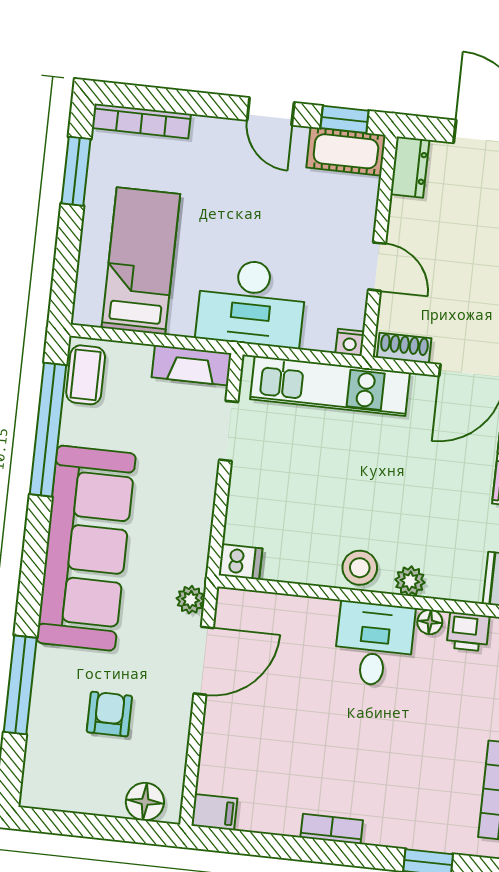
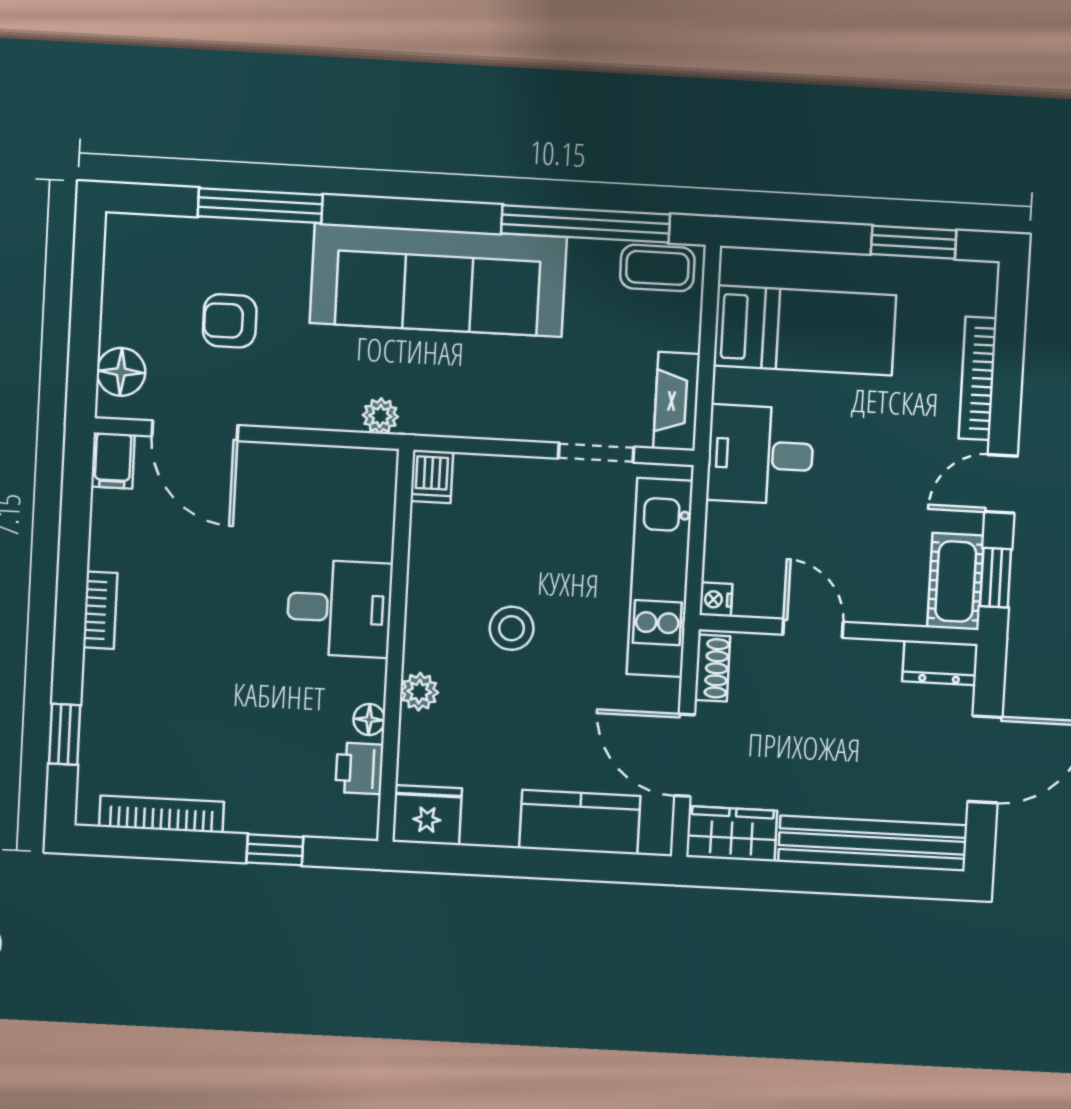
bookcase: (141, 121) -> (978, 378), moved
door: (377, 267) -> (813, 628), swing flipped
desk: (251, 303) -> (760, 455), width x0.73
stool: (360, 568) -> (512, 628), moved
desk: (374, 644) -> (339, 608), moved
door: (204, 661) -> (195, 431), moved
armchair: (109, 714) -> (230, 321), turned 180

